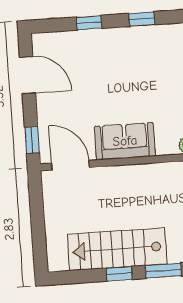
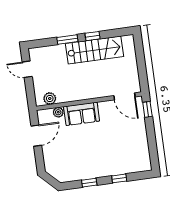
door: (28, 75) -> (152, 146), removed
sofa: (125, 141) -> (82, 114), moved

